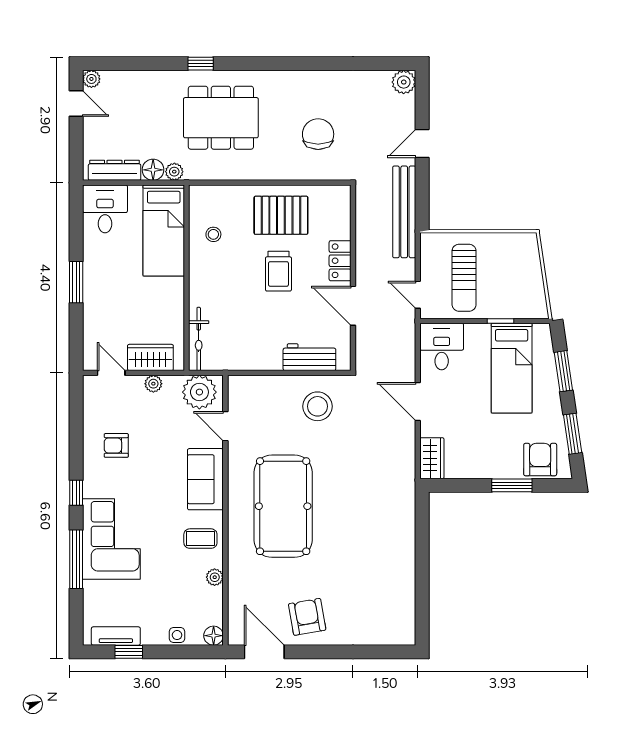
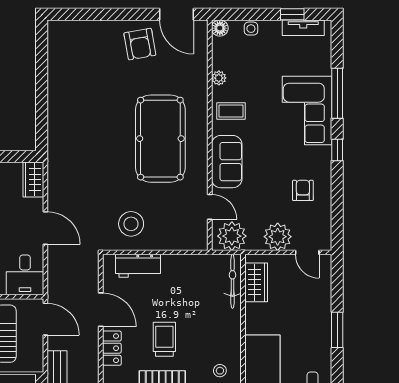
door: (418, 295) -> (45, 319), width x1.38
wardrobe: (150, 357) -> (256, 282), moved, turned -90
plant: (153, 384) -> (278, 237), width x1.87, depth x1.87
armchair: (116, 445) -> (303, 190), turned -90

